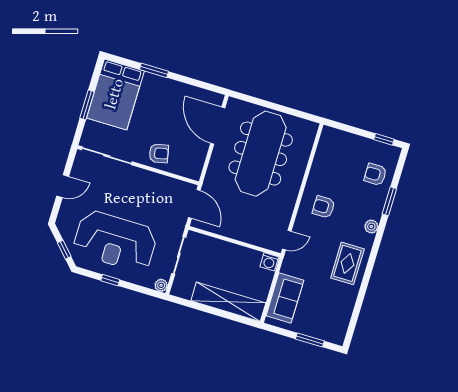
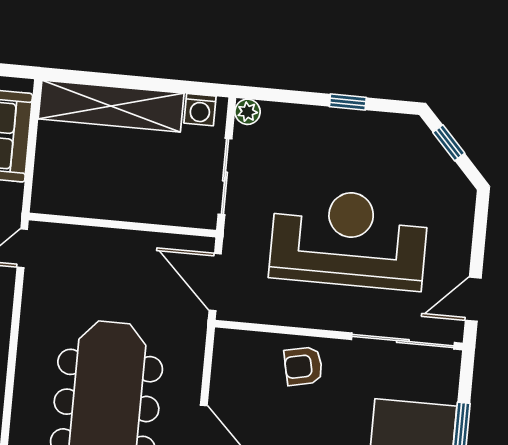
door: (63, 186) -> (473, 299), moved
reception desk: (115, 241) -> (349, 239), moved
washing machine: (269, 262) -> (200, 110), moved, turned 180

